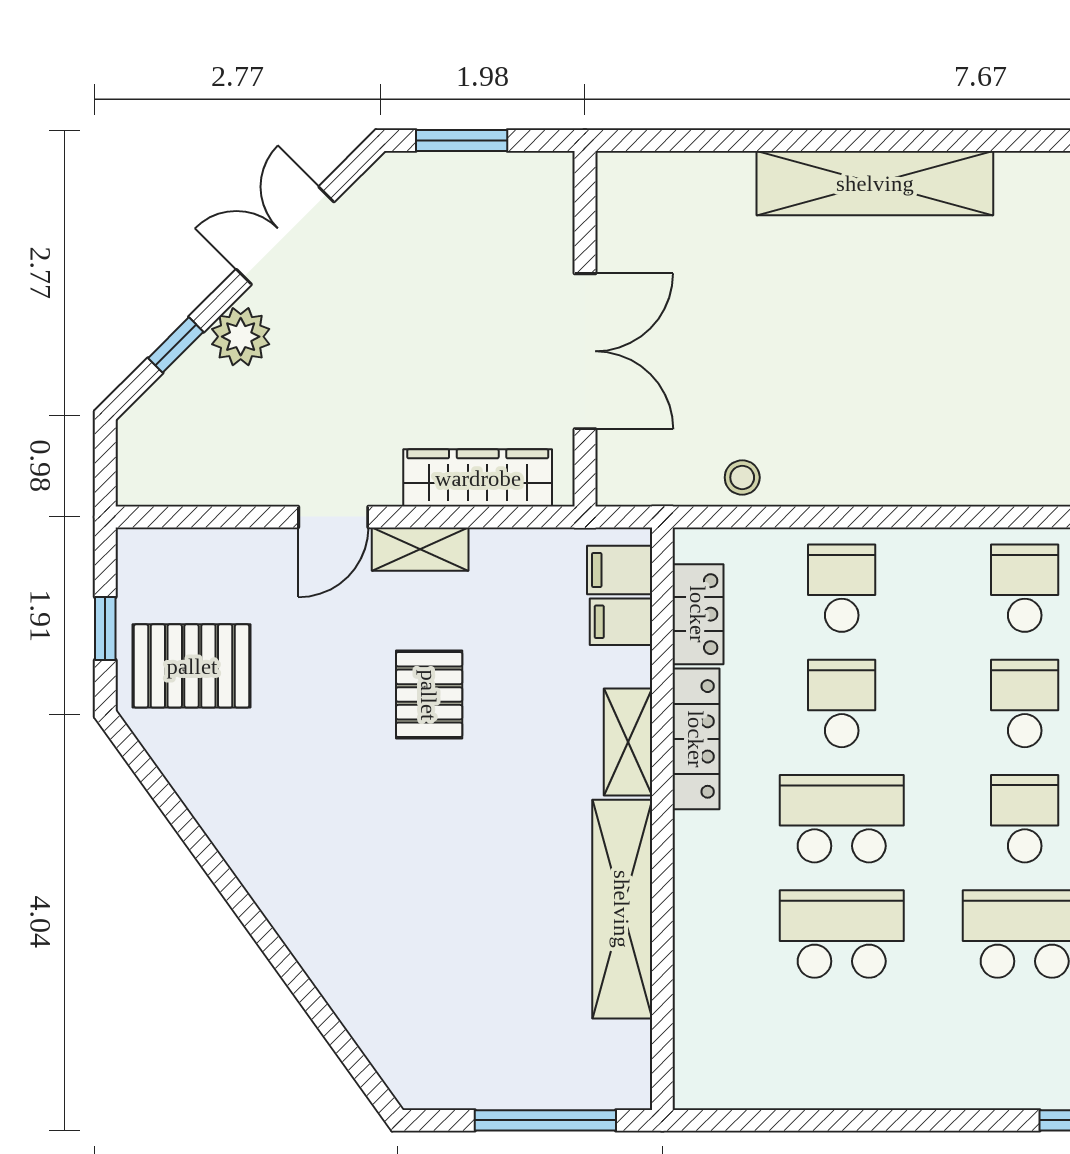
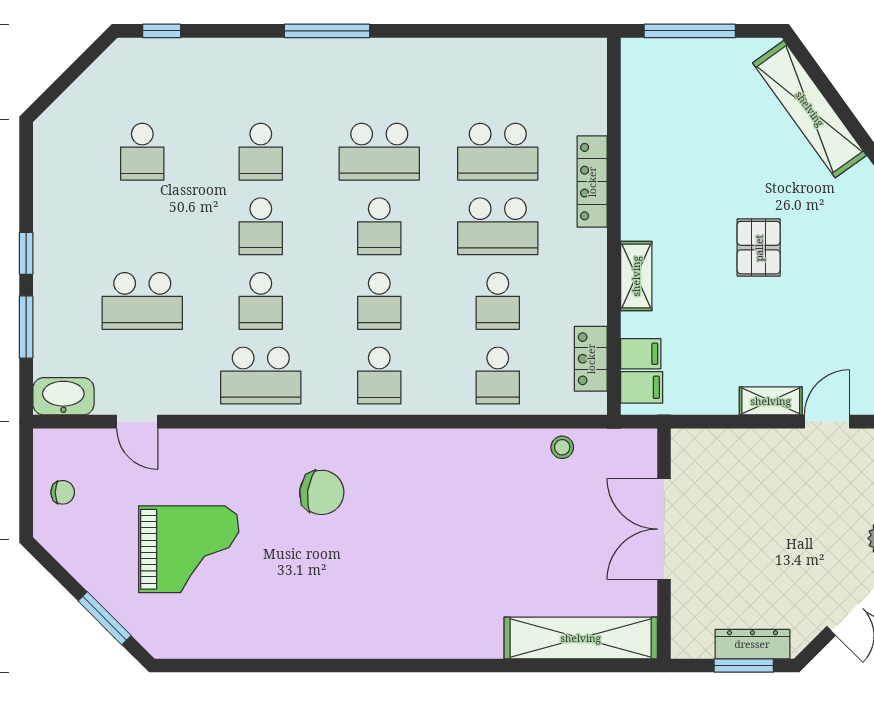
dresser: (448, 173) -> (752, 644), added
shelving: (875, 183) -> (581, 638), moved
wardrobe: (478, 478) -> (733, 447), removed
pallet: (429, 695) -> (759, 248), moved
locker: (696, 739) -> (592, 182), moved
shelving: (622, 909) -> (810, 109), moved, turned -36

